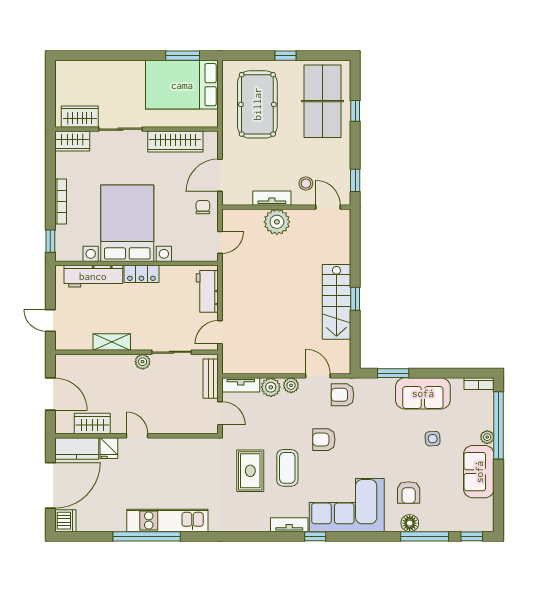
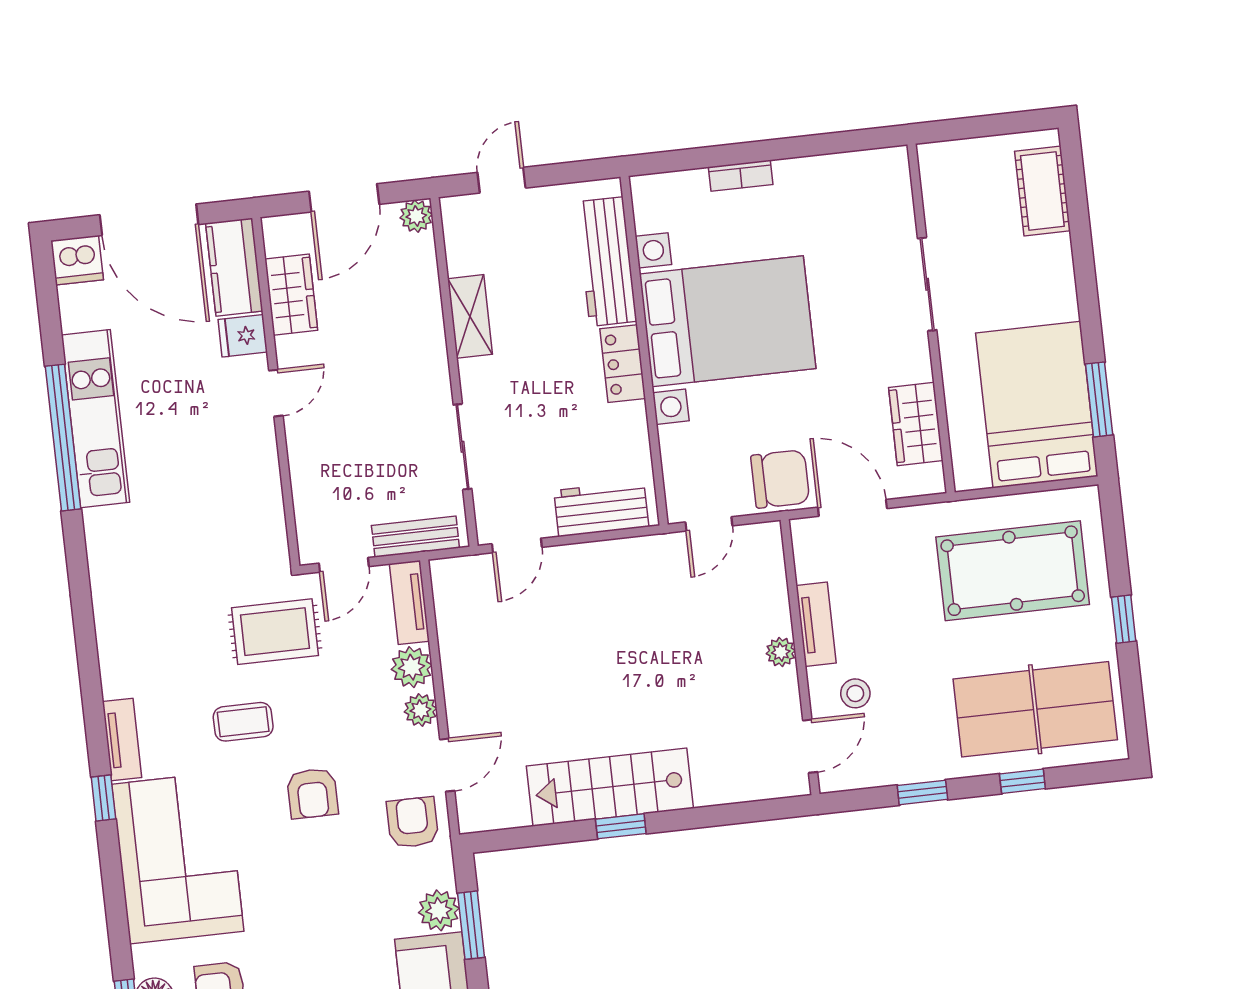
cot: (83, 71) -> (1042, 191), added
wardrobe: (80, 117) -> (944, 194), removed
wardrobe: (72, 141) -> (890, 184), removed
wardrobe: (175, 142) -> (916, 424), width x0.67
window: (355, 180) -> (922, 792), moved
bookcase: (61, 202) -> (741, 176), width x0.64
chair: (203, 207) -> (780, 479), width x1.87, depth x1.87
plant: (277, 222) -> (781, 652), width x0.53, depth x0.53
window: (50, 241) -> (671, 161), removed
door: (220, 242) -> (709, 524), hinge flipped
door: (220, 332) -> (517, 545), swing flipped
plant: (143, 362) -> (416, 216), moved
plant: (385, 387) -> (439, 910), added
armchair: (324, 440) -> (312, 793), turned 180
coffee table: (287, 468) -> (243, 722), width x0.73, depth x0.77
rug: (250, 471) -> (275, 632), moved
kitchen unit: (167, 520) -> (95, 419), moved

